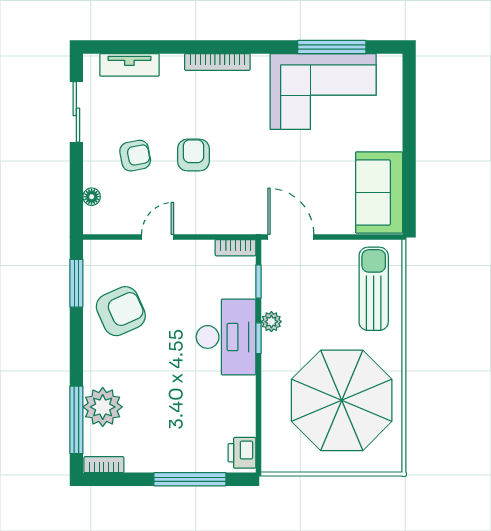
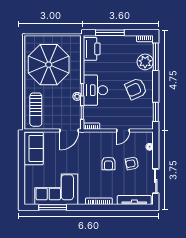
tv unit: (129, 65) -> (134, 200), width x1.41
door: (291, 237) -> (69, 131), hinge flipped
armchair: (121, 311) -> (136, 89), moved
printer: (242, 453) -> (92, 49), width x1.87, depth x1.48

